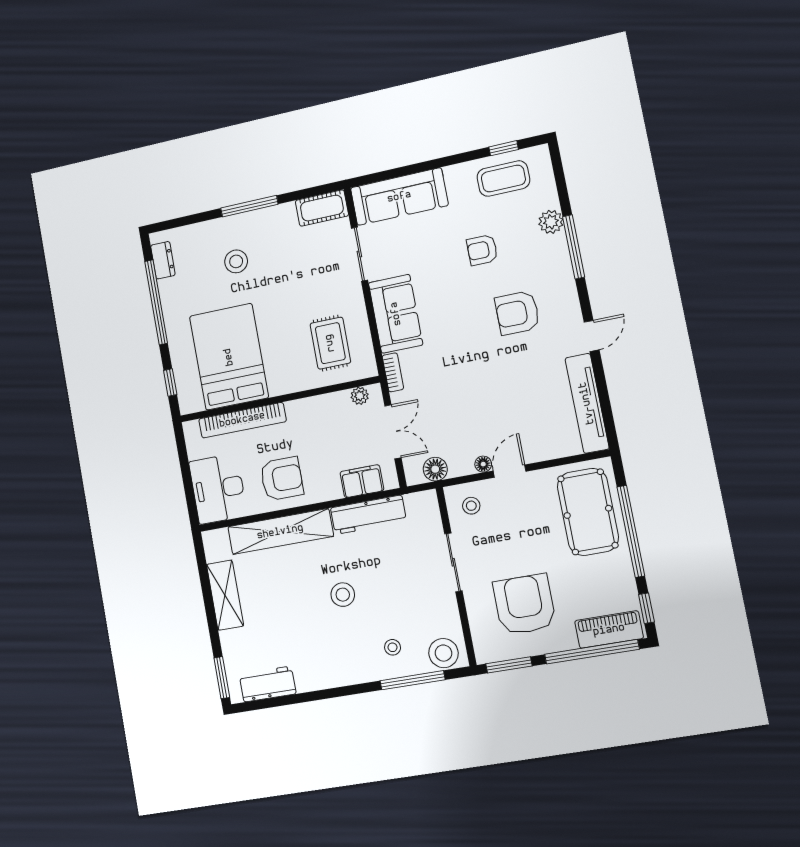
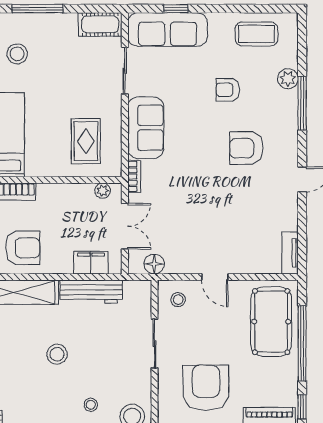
window: (504, 148) -> (176, 9), moved
tv unit: (587, 403) -> (290, 253), width x0.52, depth x0.78
floor lamp: (483, 464) -> (194, 267), removed
door: (510, 471) -> (215, 277), swing flipped

